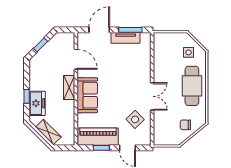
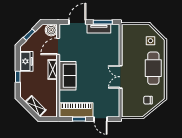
boiler: (67, 39) -> (51, 30), added
door: (76, 59) -> (58, 46), swing flipped
double door: (152, 96) -> (121, 77), swing flipped
freezer: (37, 103) -> (26, 61), moved
side table: (135, 119) -> (107, 96), removed

